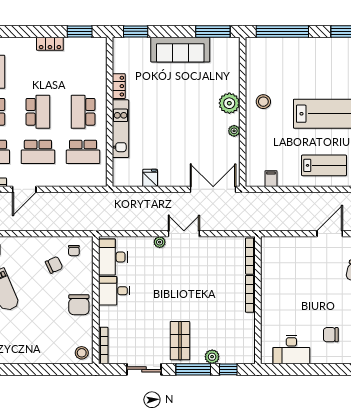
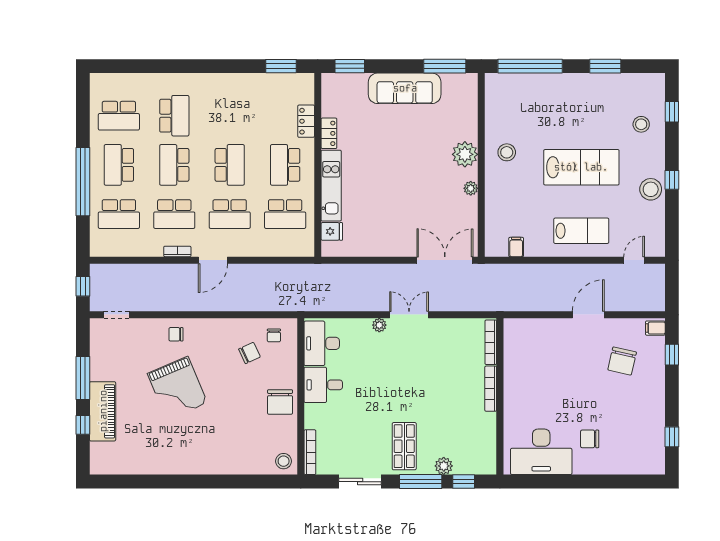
locker: (50, 44) -> (306, 121), moved, turned 90
fridge: (150, 178) -> (332, 231), moved, turned 90
desk: (291, 350) -> (541, 452), width x1.36, depth x1.30

